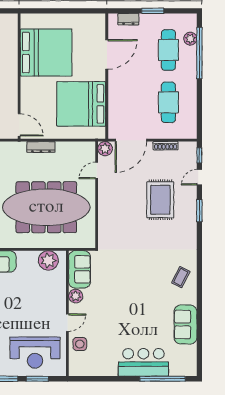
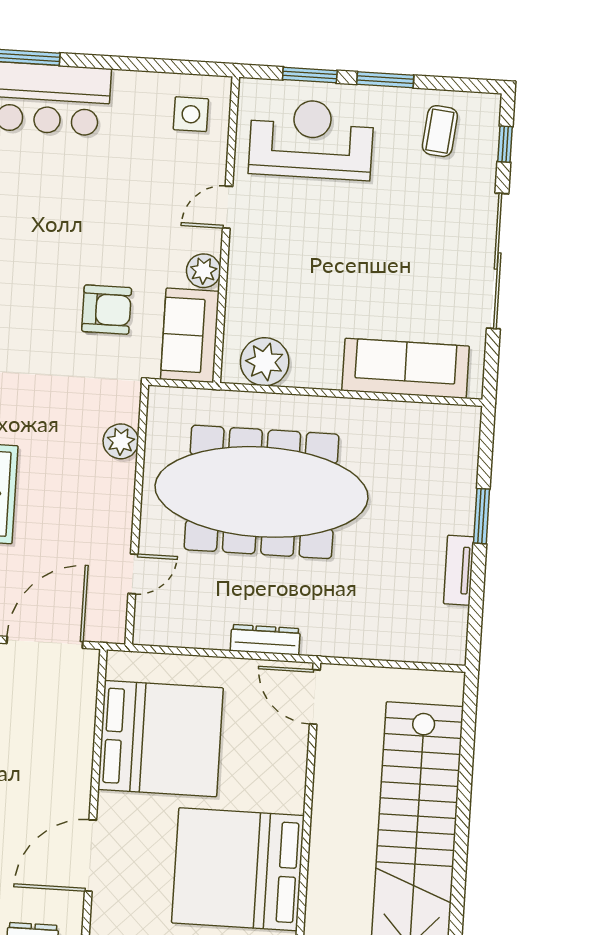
plant: (105, 149) -> (121, 441), moved
armchair: (114, 278) -> (107, 310), added
side table: (80, 344) -> (191, 114), moved

